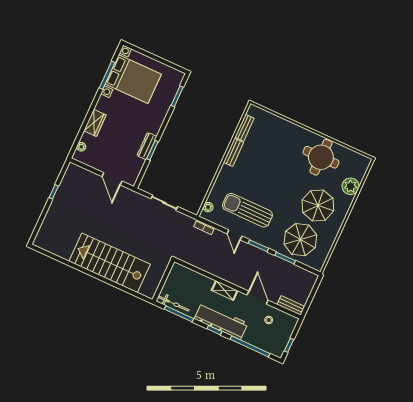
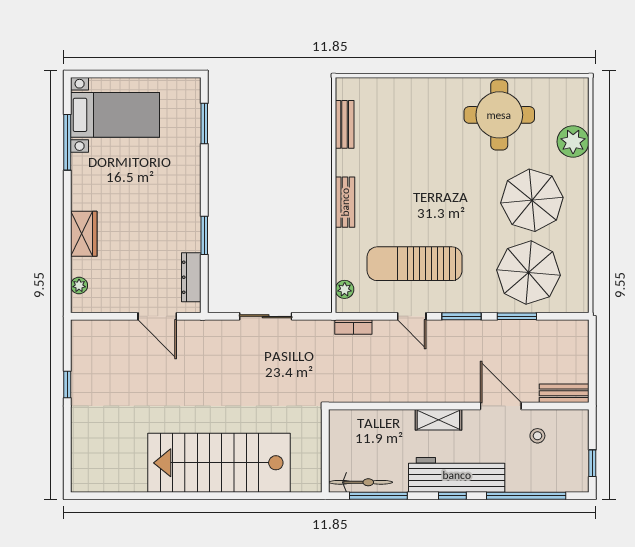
bed with nightstands: (133, 79) -> (115, 115), width x0.73
dresser: (147, 146) -> (191, 277), moved
bench: (233, 152) -> (345, 202), moved

